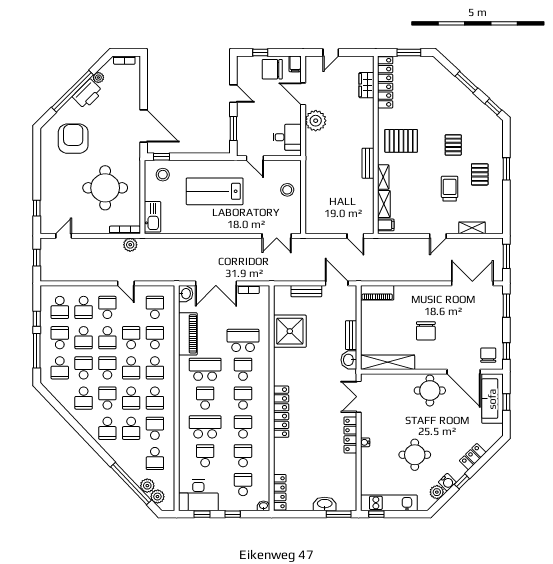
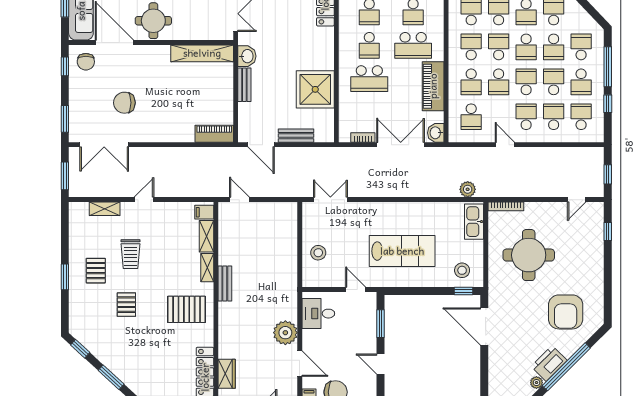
plant: (130, 245) -> (468, 189), moved
school desk: (107, 307) -> (526, 117), turned 180
chair: (426, 331) -> (124, 103), moved, turned -90

